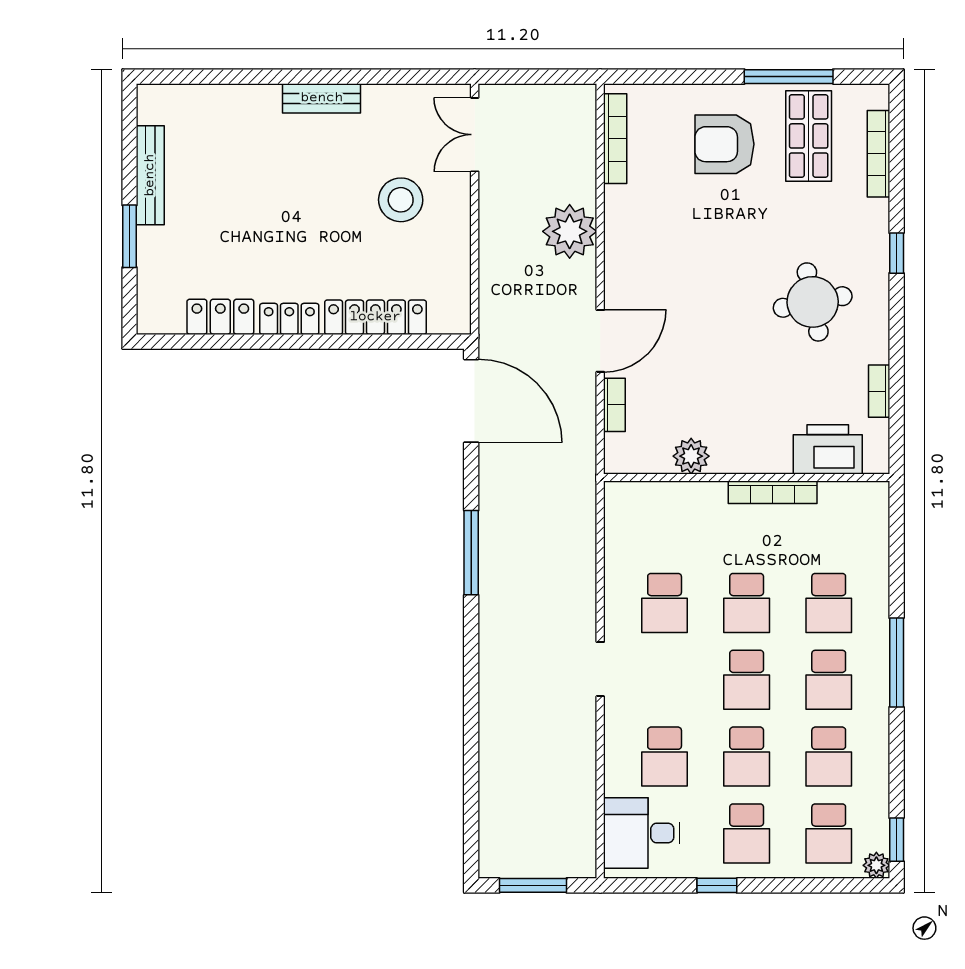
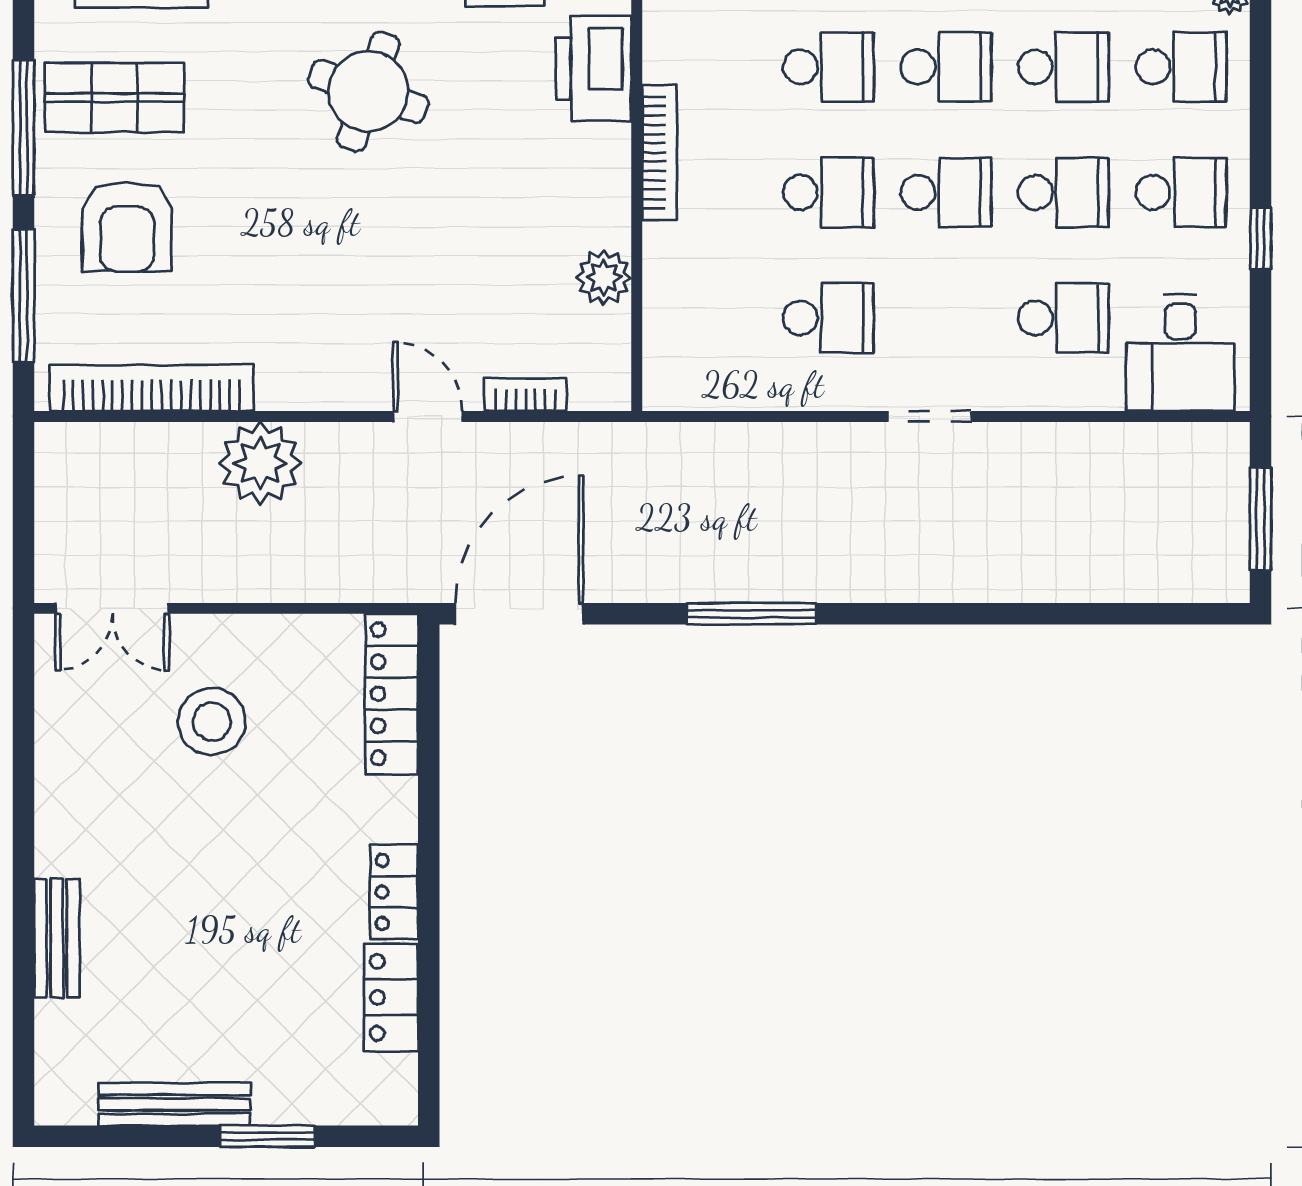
window: (679, 77) -> (23, 296), added
bench: (322, 98) -> (57, 938), moved
bookcase: (615, 139) -> (152, 388), width x1.48, depth x1.31
round table: (813, 302) -> (368, 91), turned 30
locker: (375, 317) -> (392, 694), moved
door: (600, 341) -> (428, 416), width x0.73

